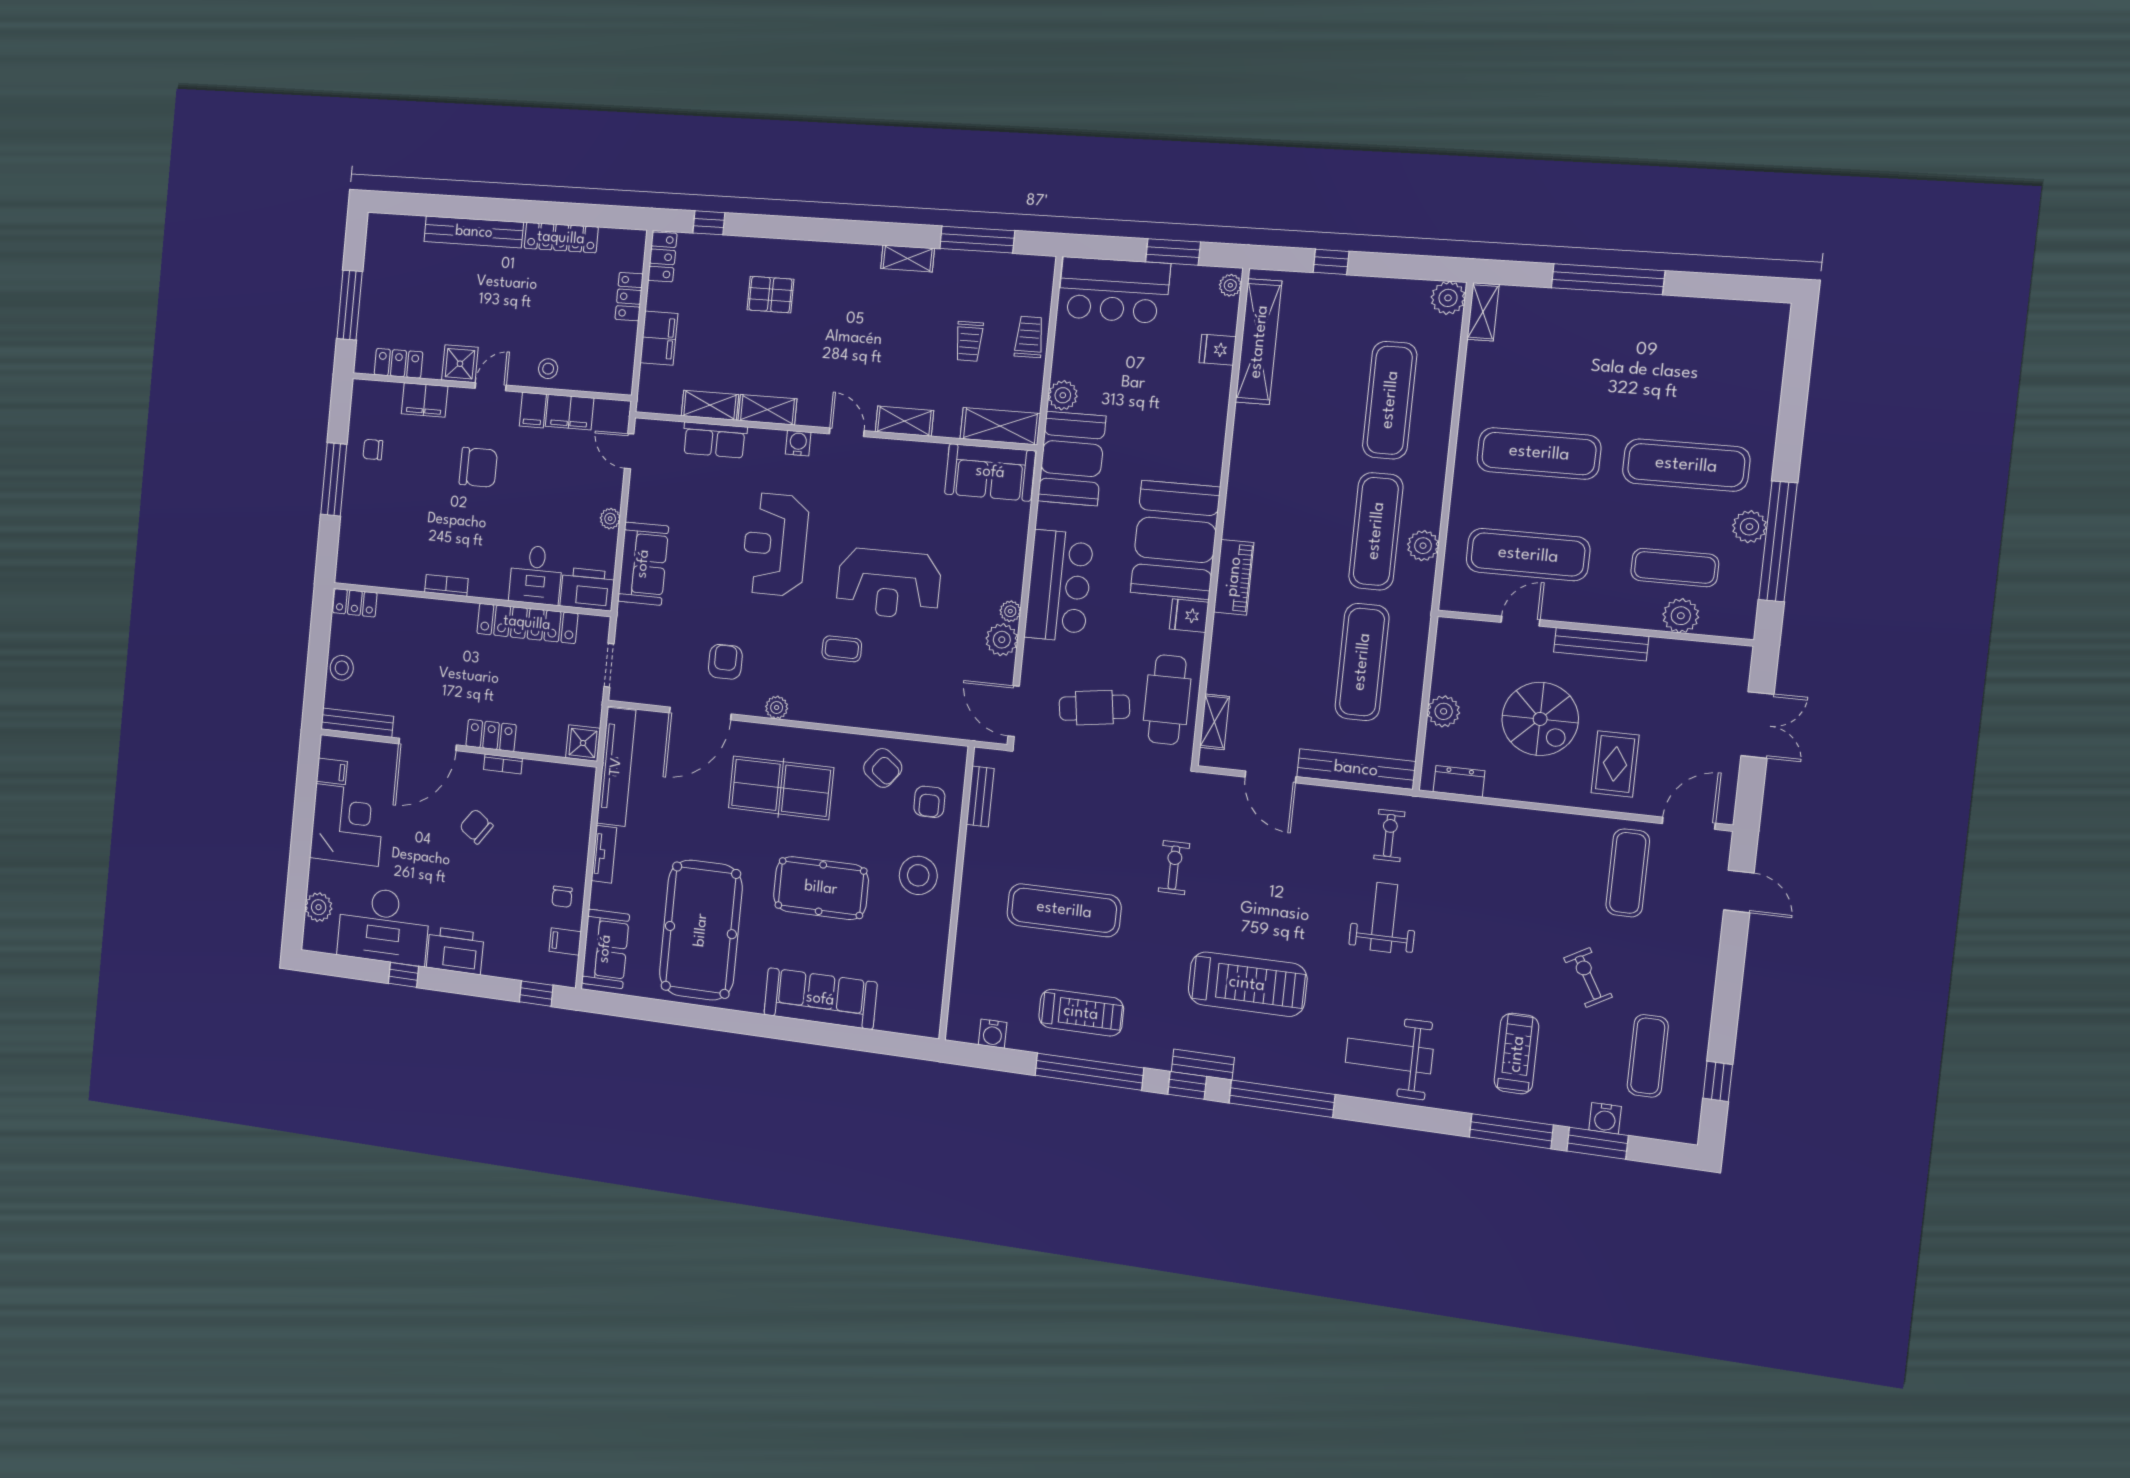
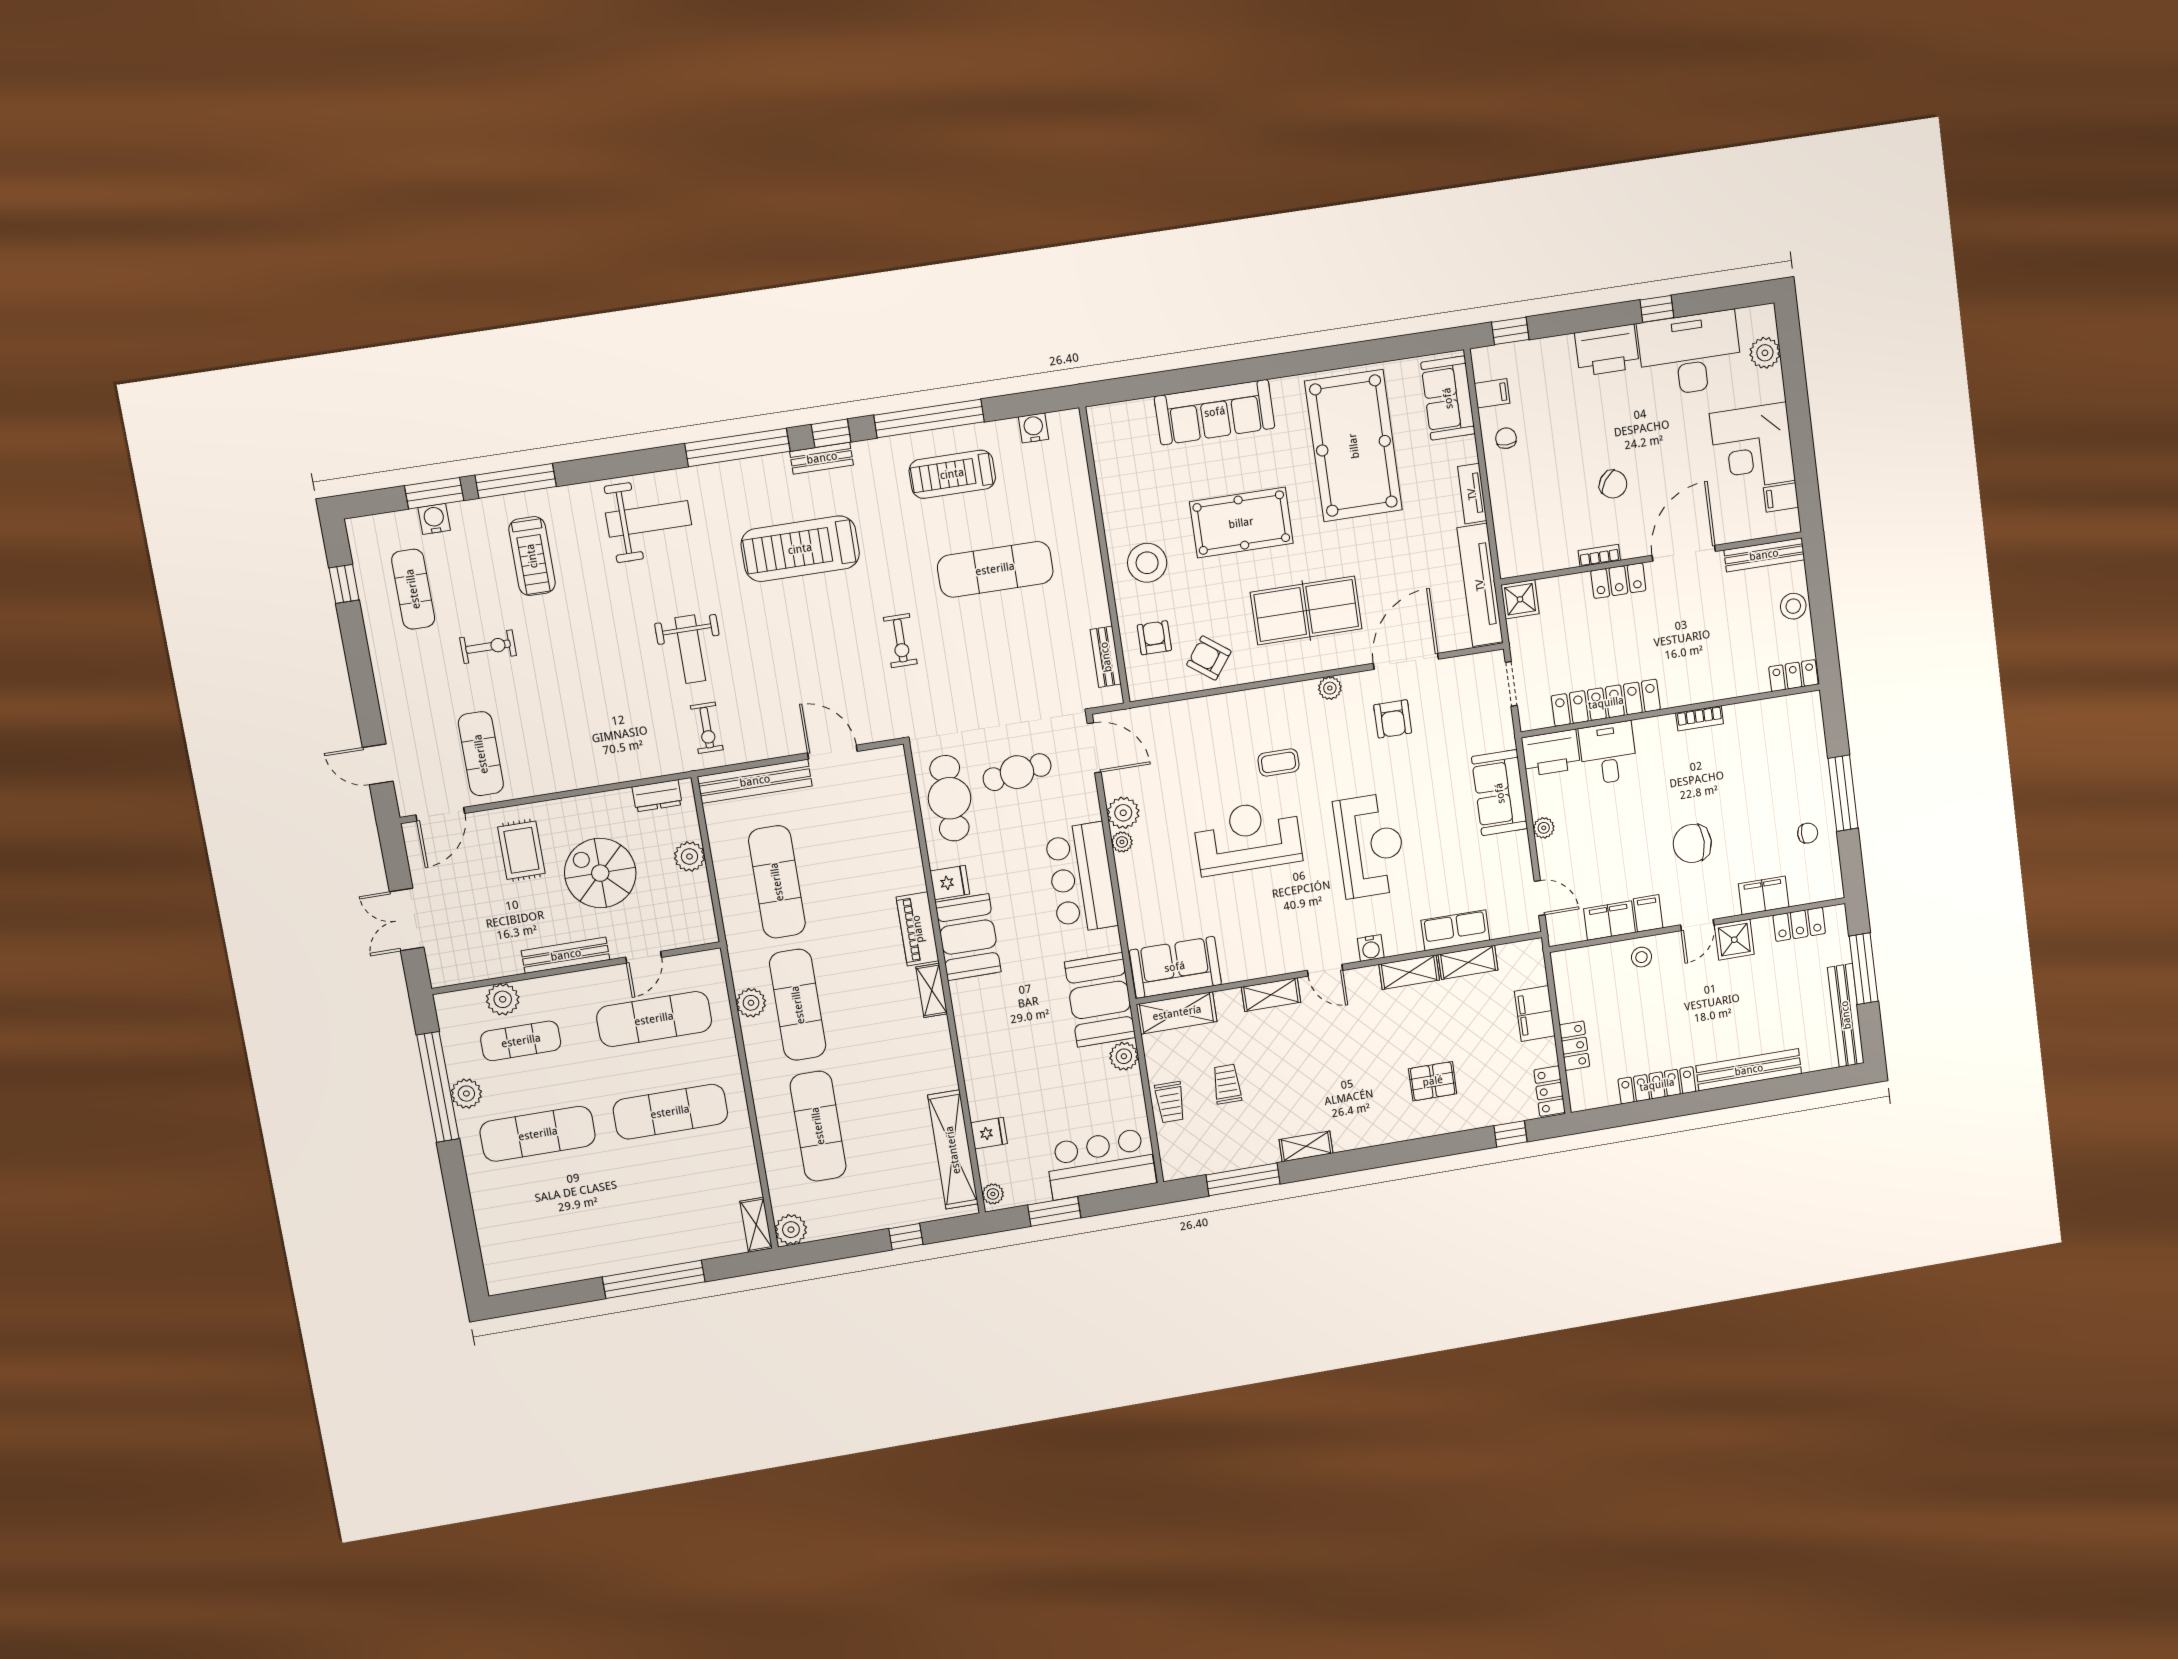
bench: (375, 263) -> (1846, 1015), added
booth: (1175, 540) -> (968, 937), width x0.73, depth x0.70
shelving: (1214, 722) -> (932, 990), moved
exercise bike: (1588, 977) -> (488, 647), turned -60

